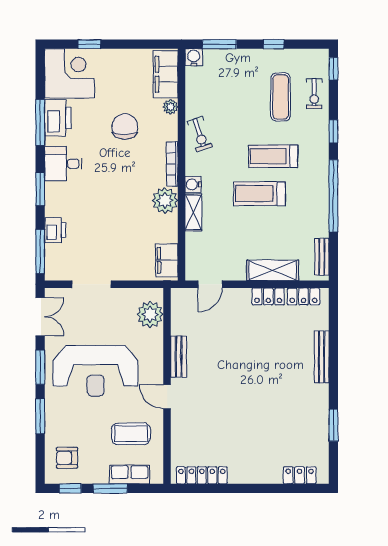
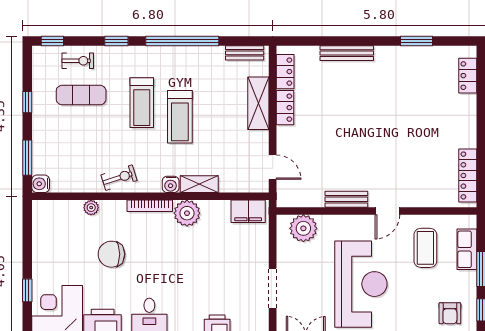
filing cabinet: (166, 74) -> (58, 213), removed

